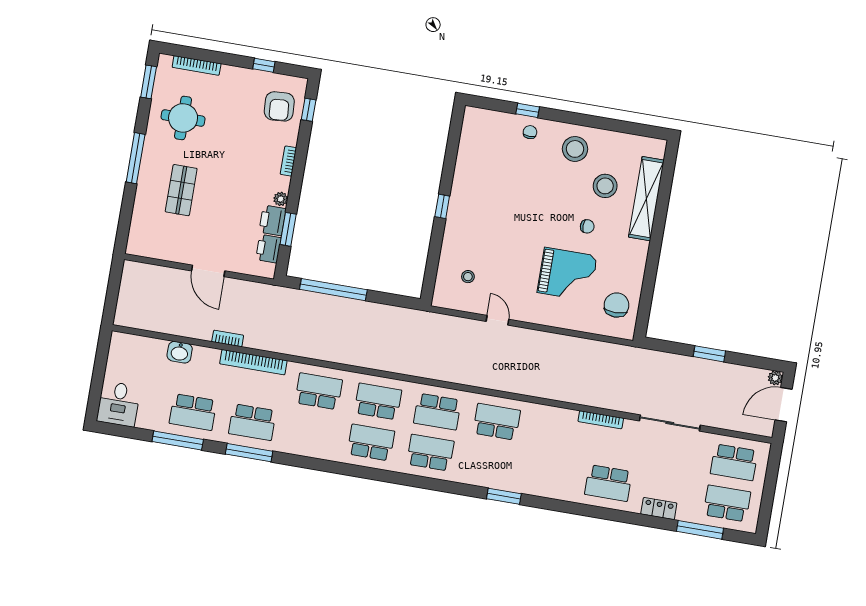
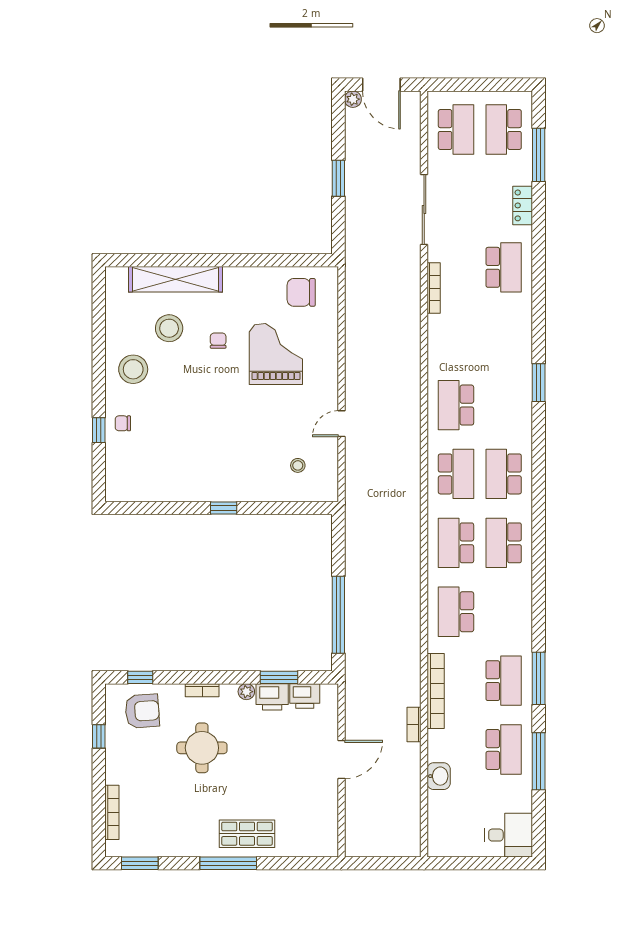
round table: (183, 118) -> (202, 748), moved
shop shelf: (181, 190) -> (247, 834), moved

